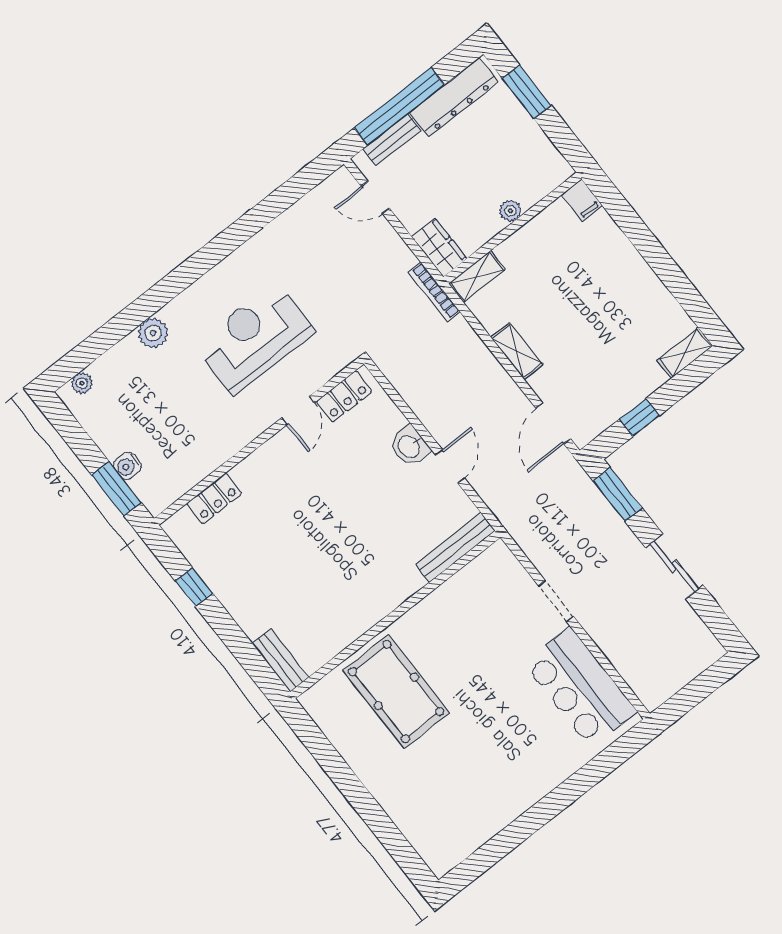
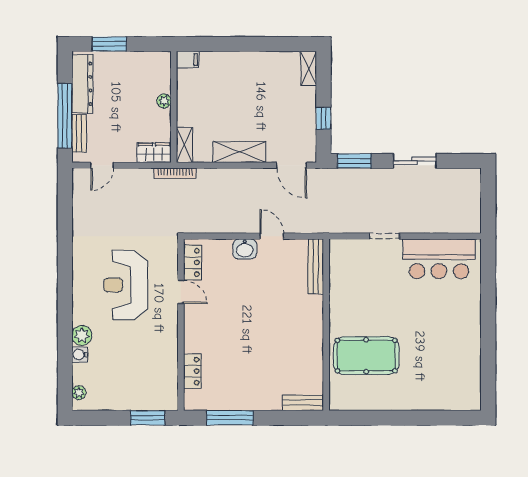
shelving: (517, 351) -> (239, 152), width x1.50, depth x1.33
water cooler: (127, 466) -> (80, 355), moved, turned 90
window: (194, 587) -> (230, 418), width x2.17

